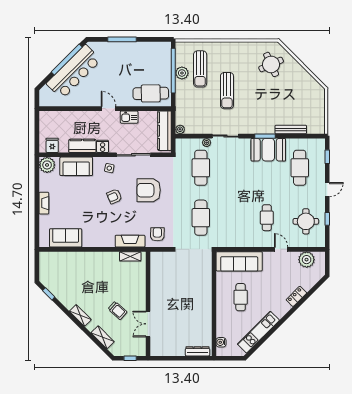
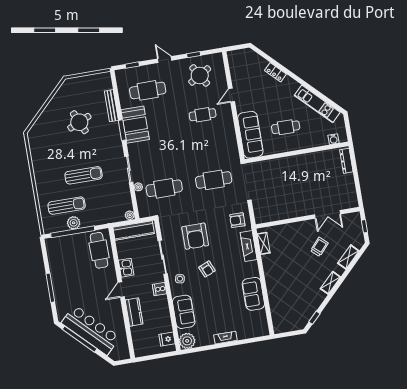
round table: (271, 64) -> (79, 122), moved
kitchen counter: (82, 146) -> (134, 312), moved, turned 180
round table: (306, 221) -> (200, 75), turned -31
sofa: (66, 238) -> (253, 294), moved
plant: (307, 260) -> (237, 68), removed

